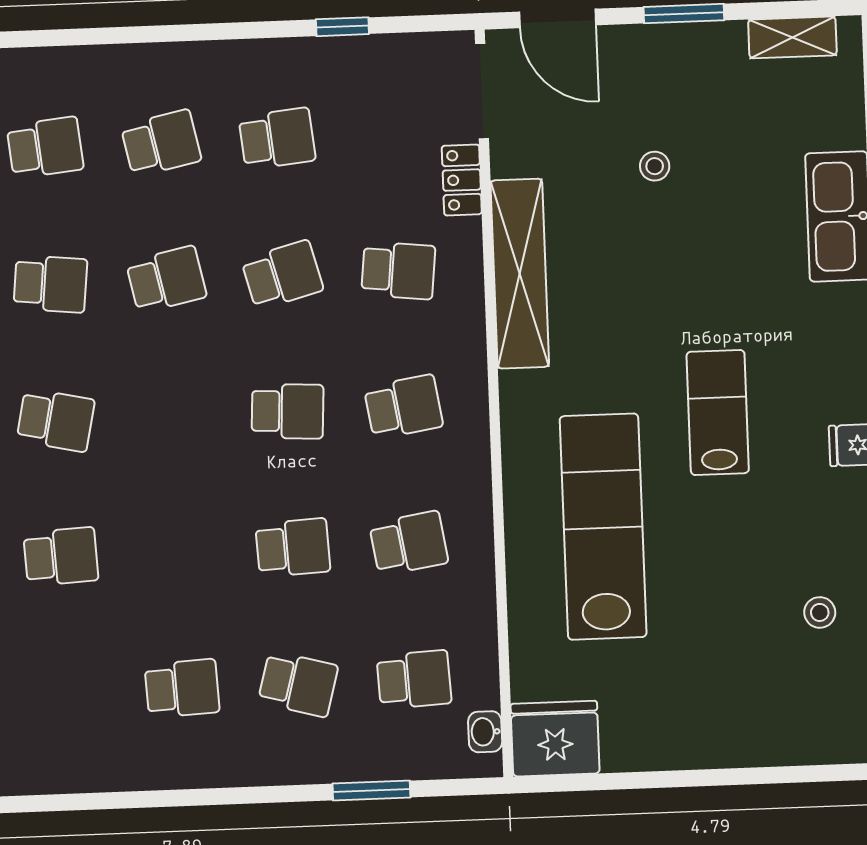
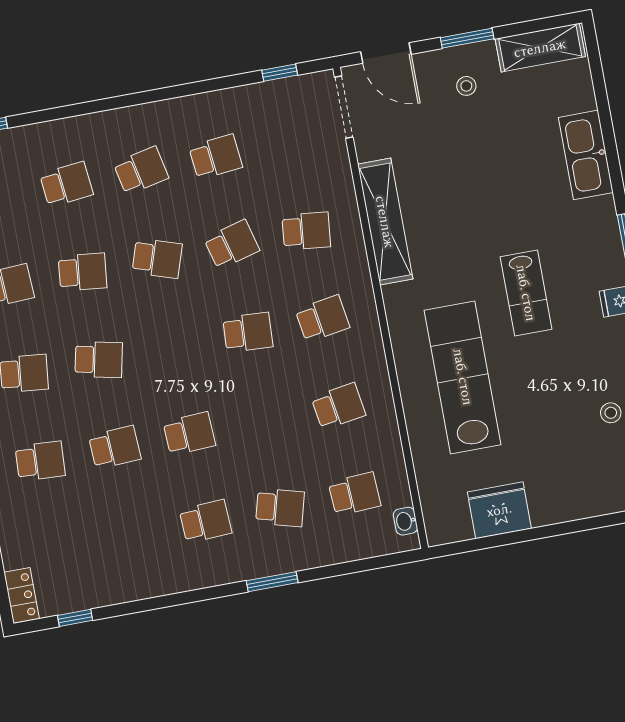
window: (342, 27) -> (280, 73), moved
shelving: (792, 37) -> (540, 48), width x1.50, depth x1.33
stool: (655, 166) -> (466, 86), moved
locker: (462, 180) -> (339, 166), removed
school desk: (166, 279) -> (157, 258), turned 30
lab bench: (718, 412) -> (526, 293), turned 180
school desk: (293, 548) -> (189, 434), moved
fridge: (555, 739) -> (499, 510), moved
window: (371, 791) -> (272, 582), moved

